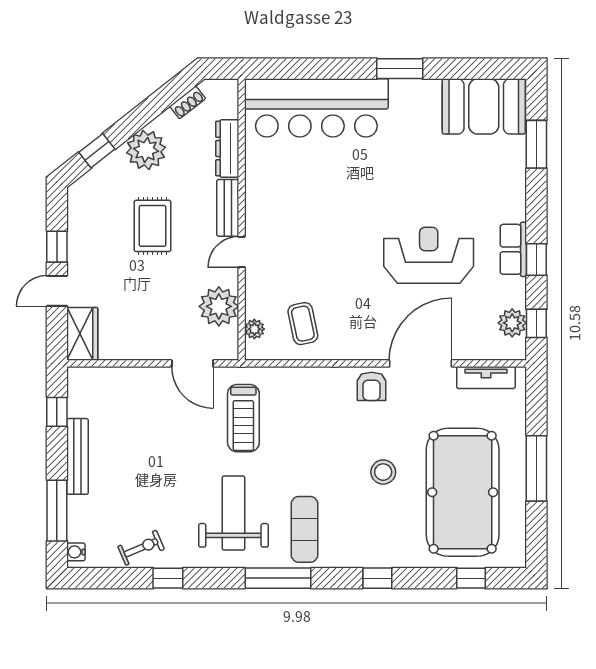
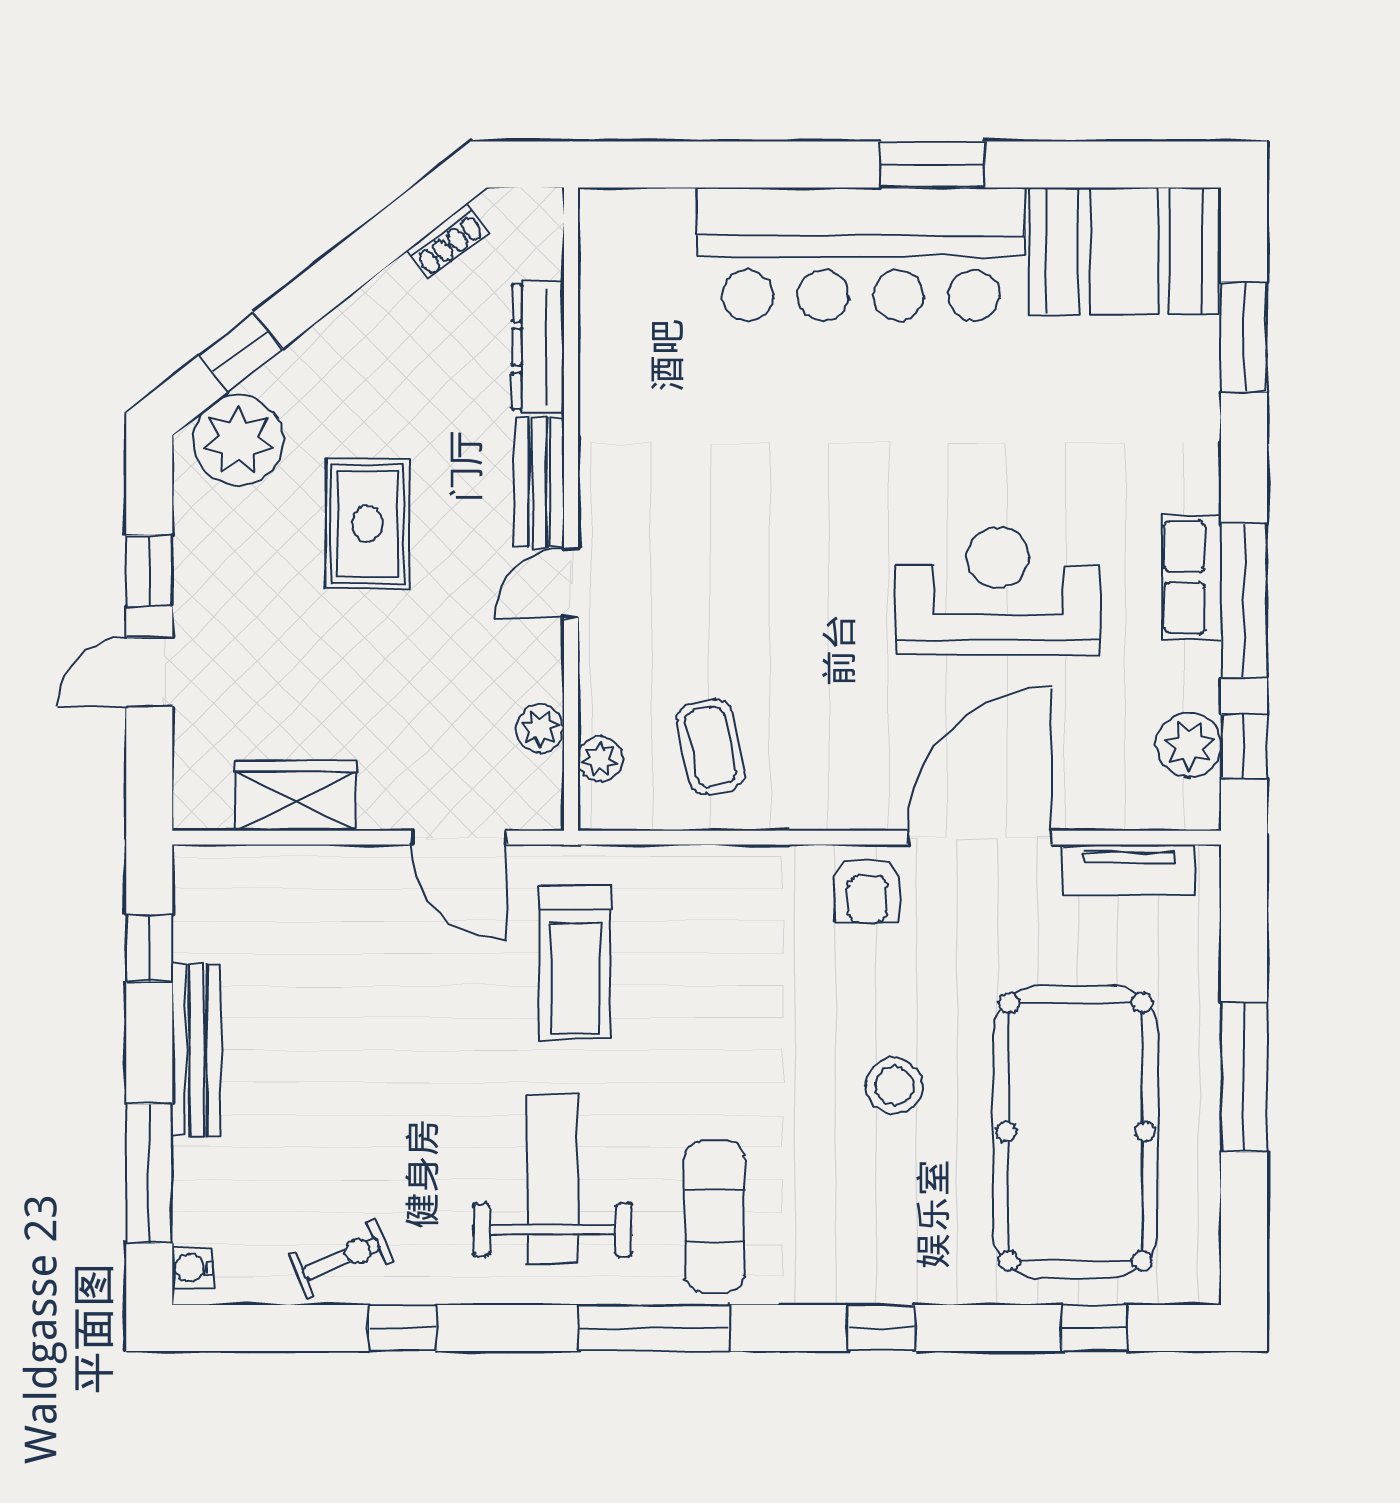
bar counter: (316, 108) -> (861, 254), moved
plant: (146, 150) -> (238, 440), moved
window: (536, 259) -> (1244, 600), width x2.17
plant: (219, 306) -> (540, 729), width x0.53, depth x0.53
wardrobe: (82, 334) -> (296, 796), moved, turned -90

